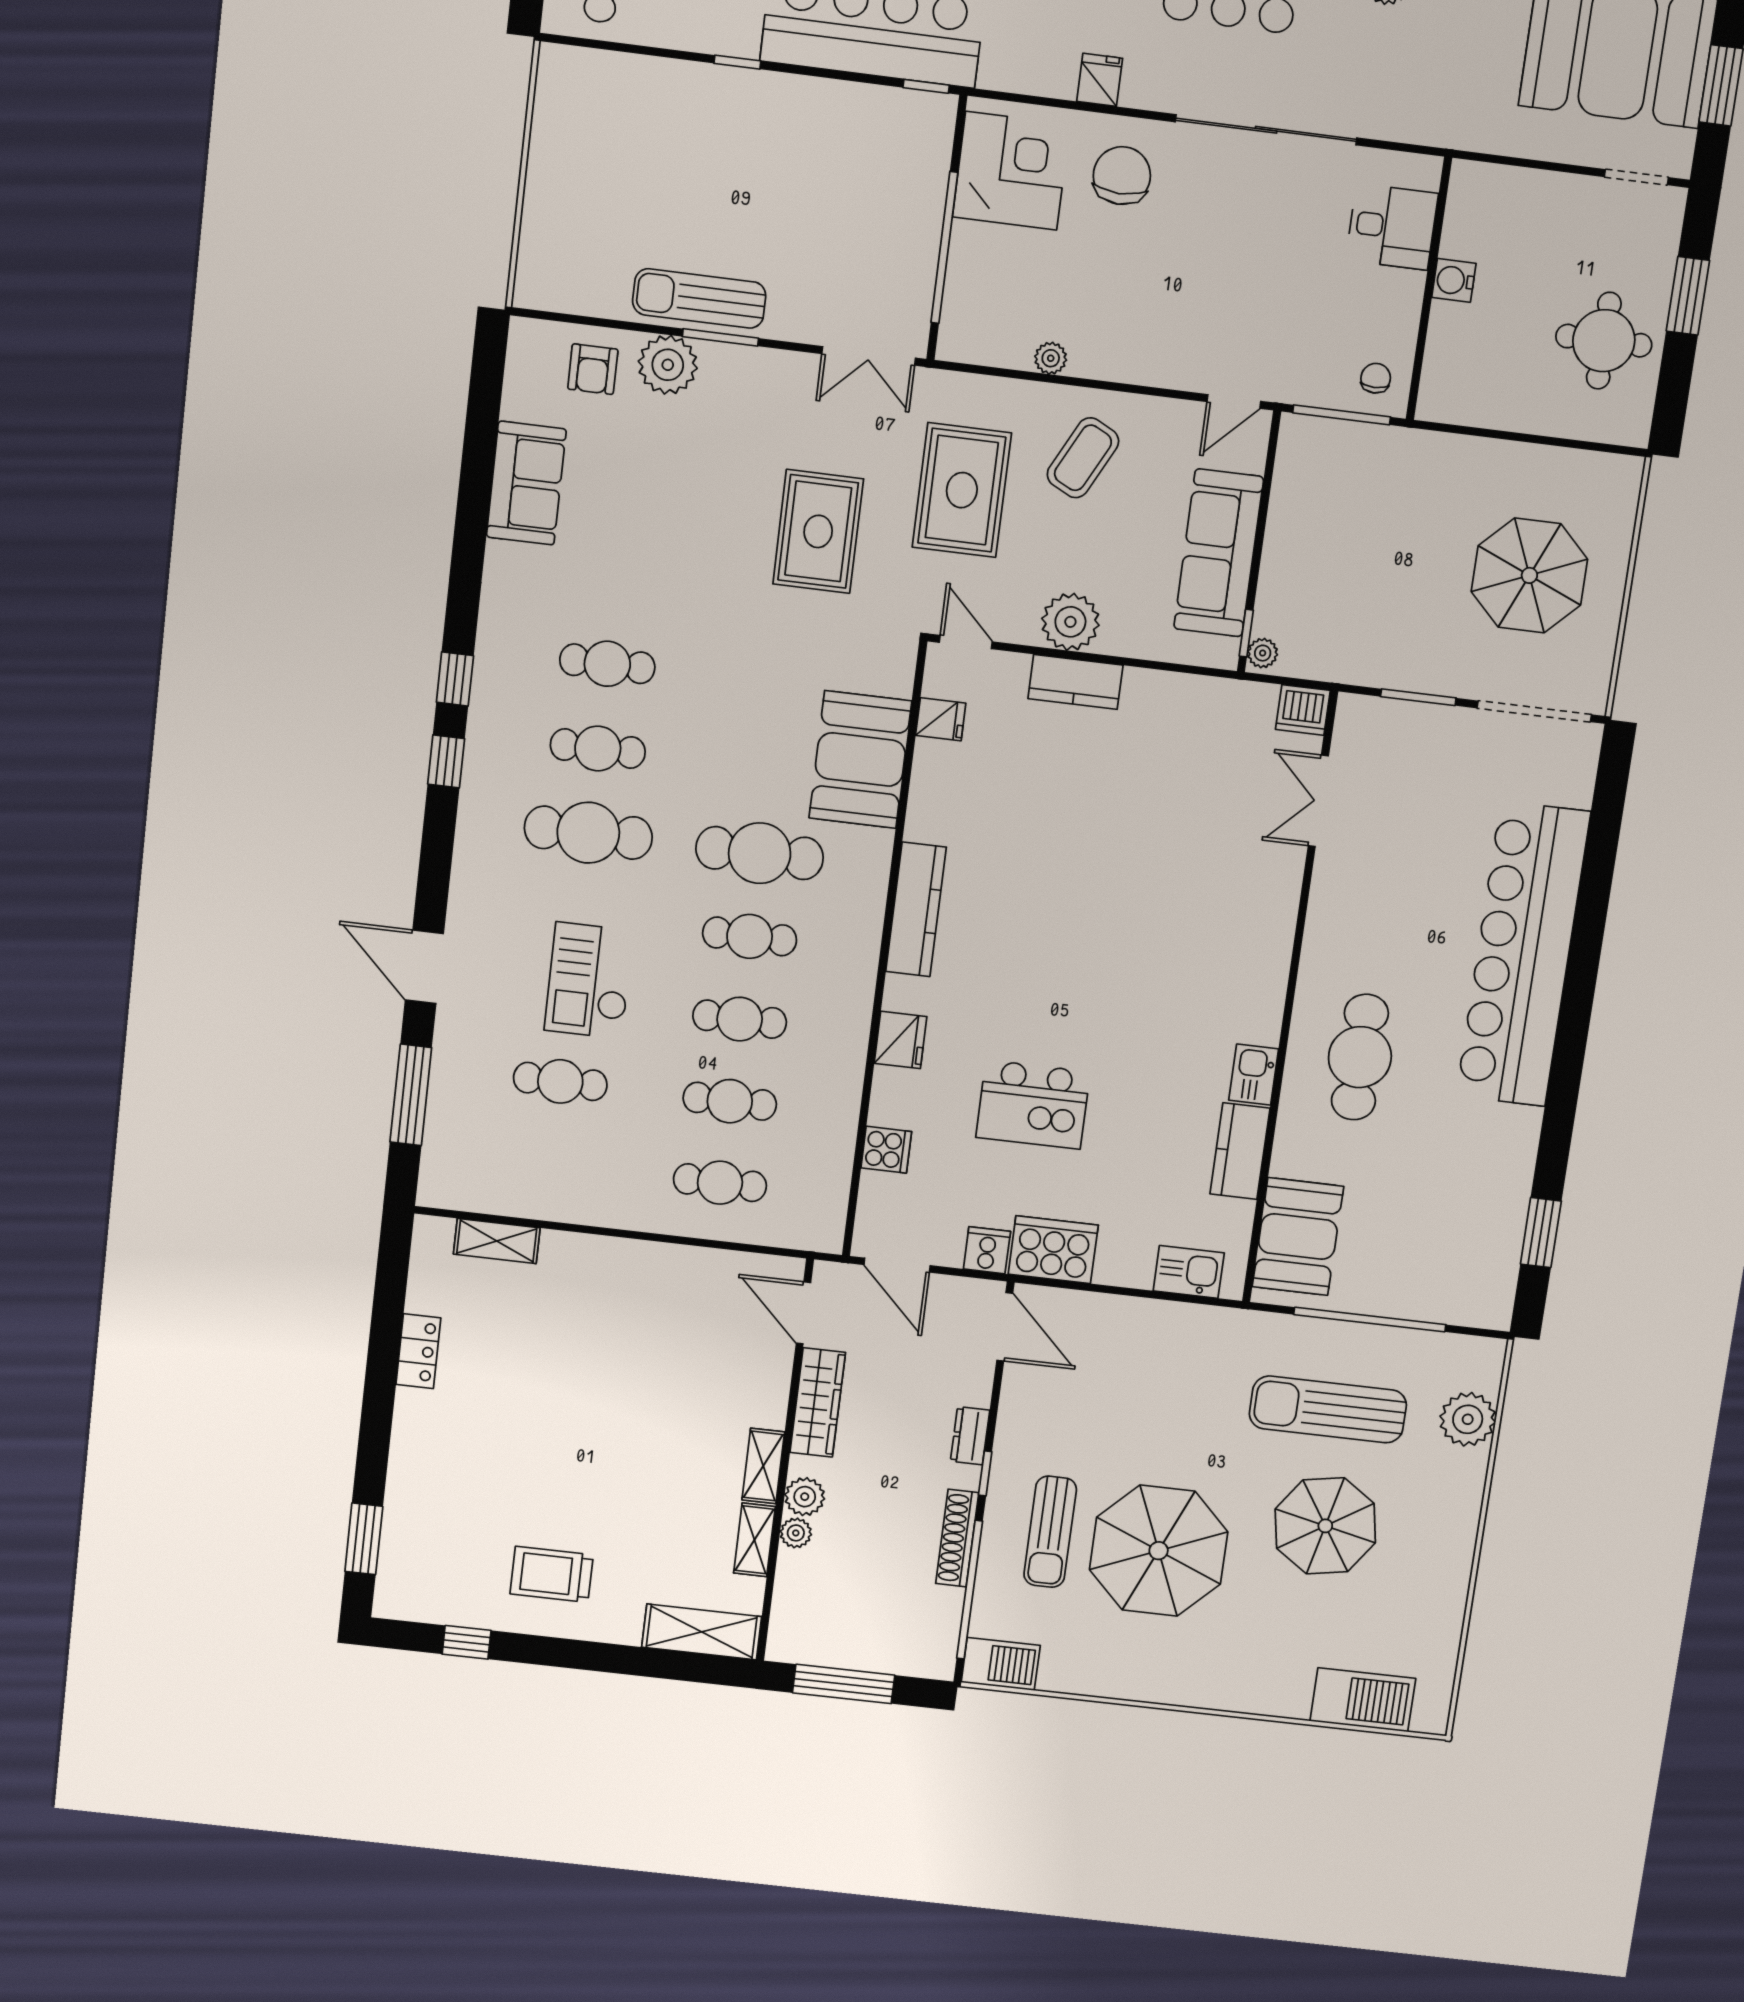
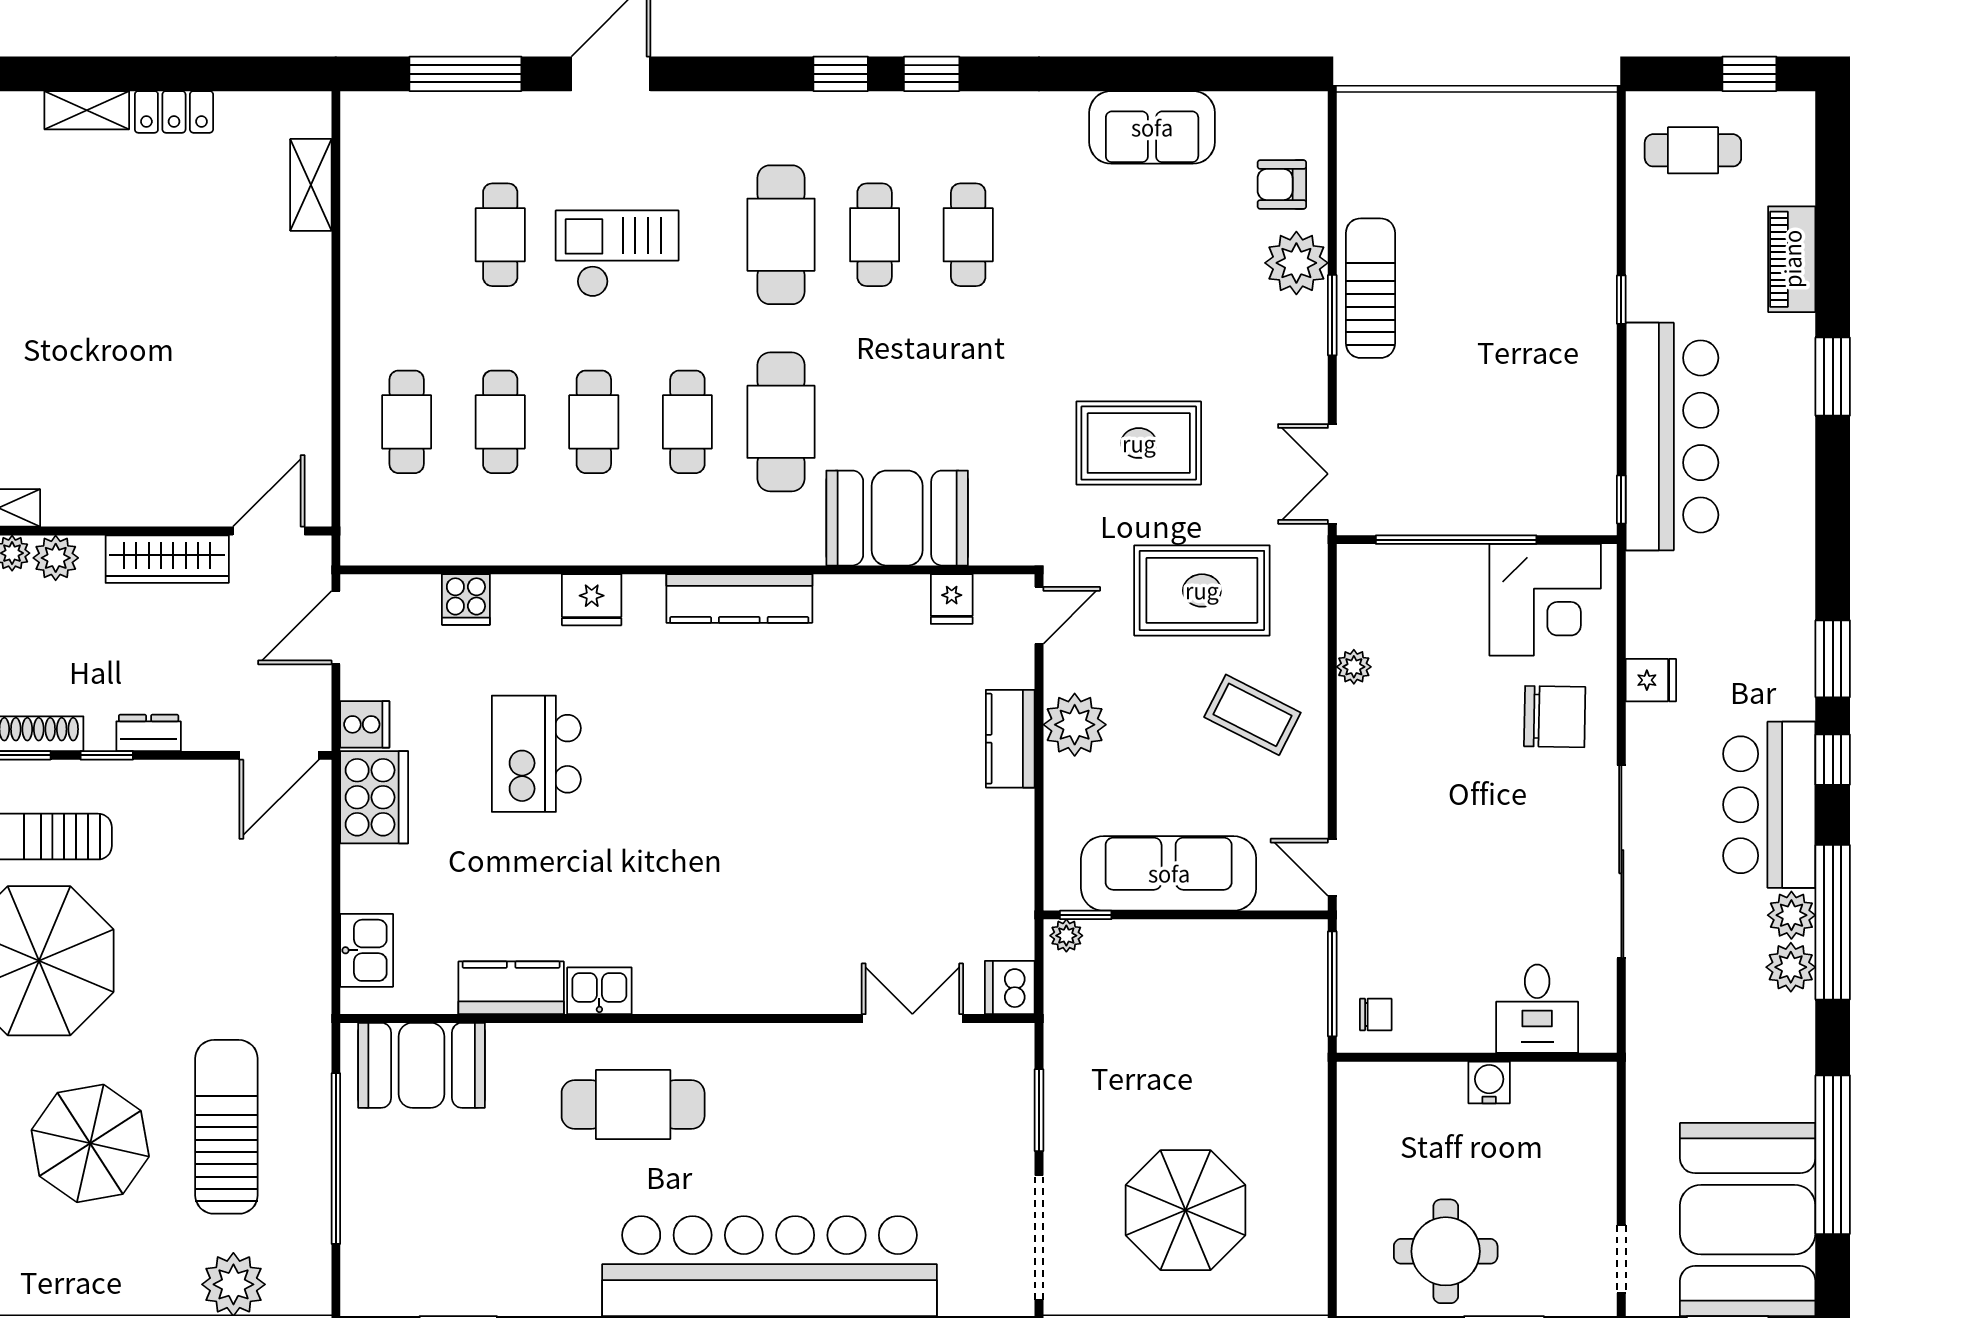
shelving: (763, 1466) -> (87, 110), moved

